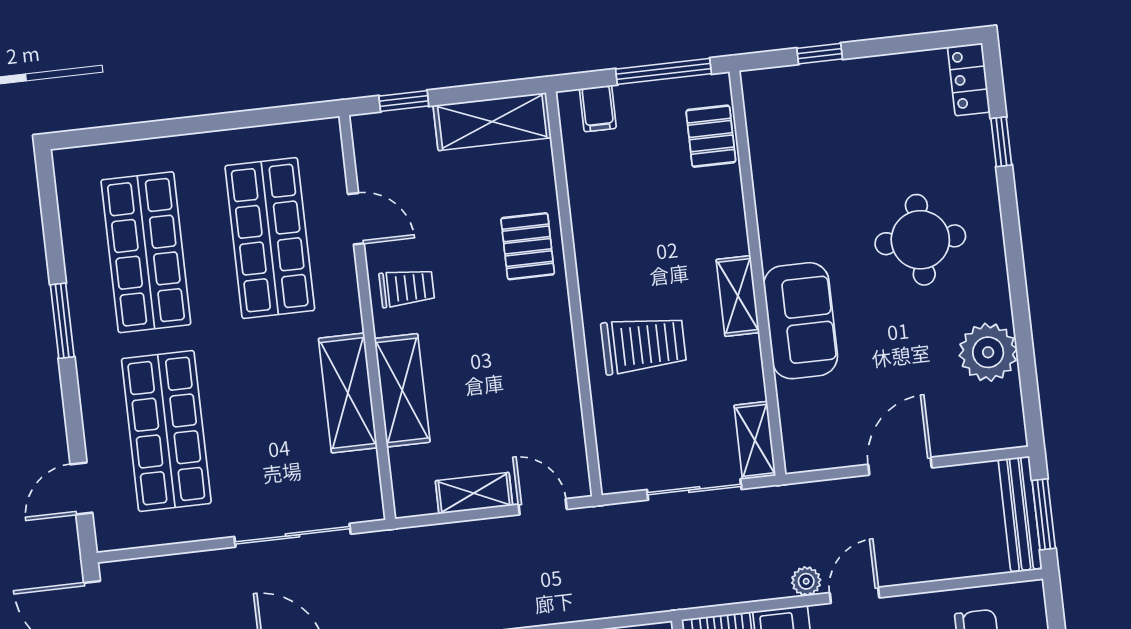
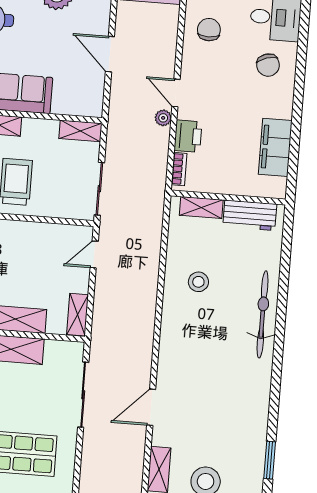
sliding door: (694, 490) -> (99, 189), moved
shelving: (474, 493) -> (78, 315), moved

